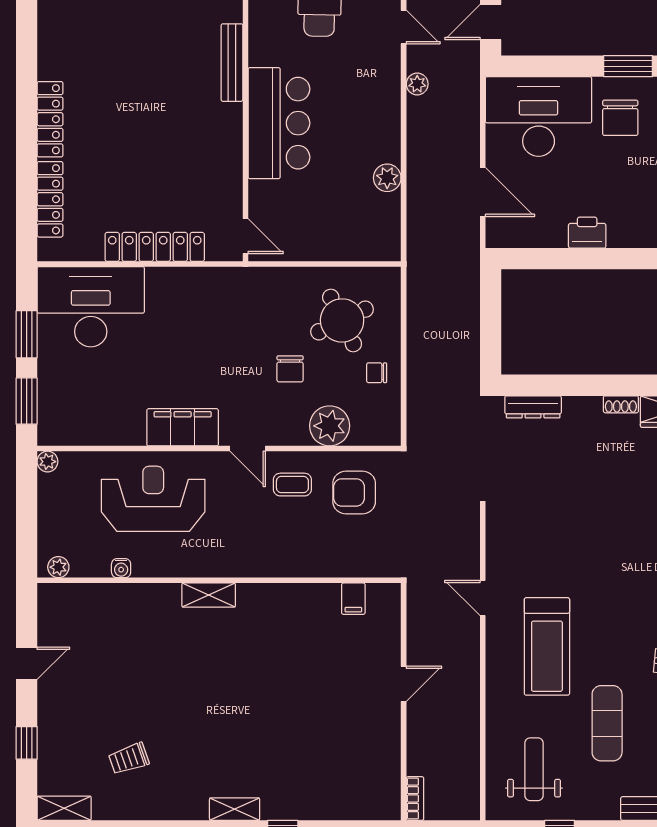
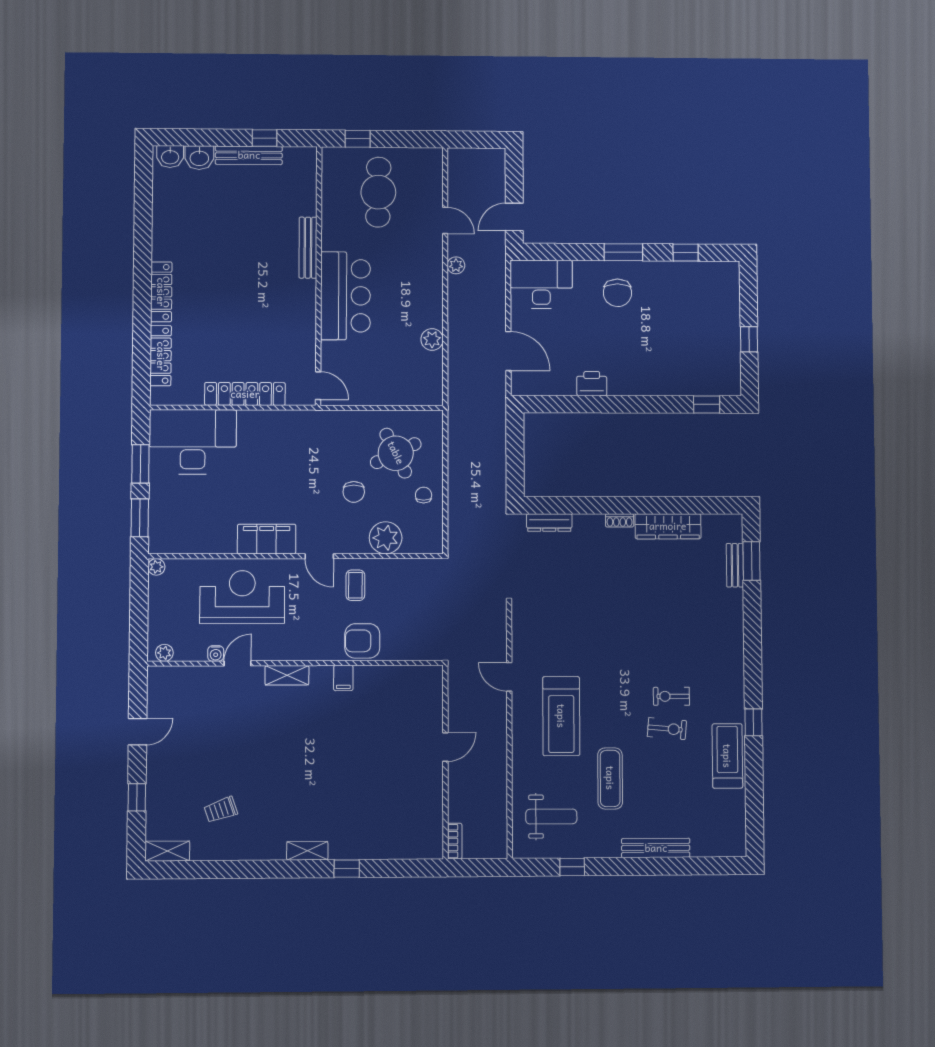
desk: (539, 116) -> (541, 284), width x0.73, depth x0.77
chair: (377, 373) -> (424, 495), turned 90
coffee table: (292, 485) -> (355, 585), turned 90
armchair: (354, 492) -> (362, 641), moved
door: (148, 580) -> (237, 663), added
filing cabinet: (353, 599) -> (343, 678), moved
weight bench: (534, 769) -> (551, 816), turned 90

